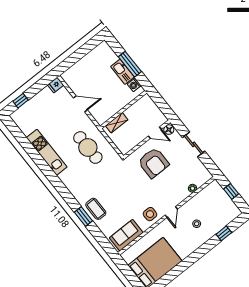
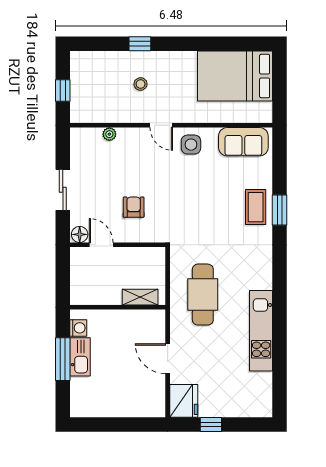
fridge: (56, 85) -> (184, 401), width x1.88, depth x1.34
window: (20, 101) -> (211, 424), moved
armchair: (154, 163) -> (134, 207), width x0.53, depth x0.53
door: (171, 212) -> (161, 125), swing flipped
window: (224, 233) -> (140, 44), moved

